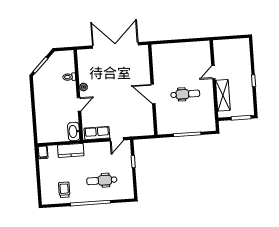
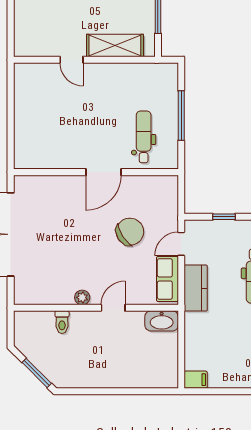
dental chair: (185, 94) -> (144, 137), moved
door: (79, 104) -> (113, 308), hinge flipped
chair: (121, 111) -> (130, 232), added
door: (117, 139) -> (181, 244), swing flipped
kitchen counter: (71, 150) -> (196, 288), moved

